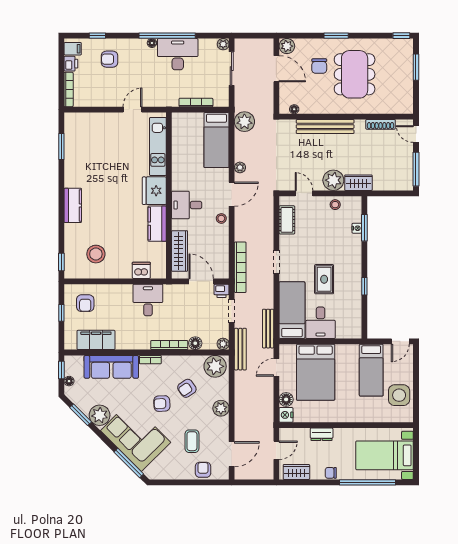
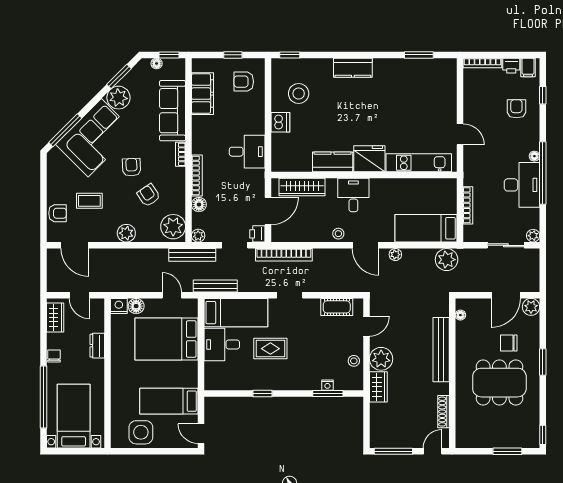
dishwasher: (141, 270) -> (280, 122), moved

